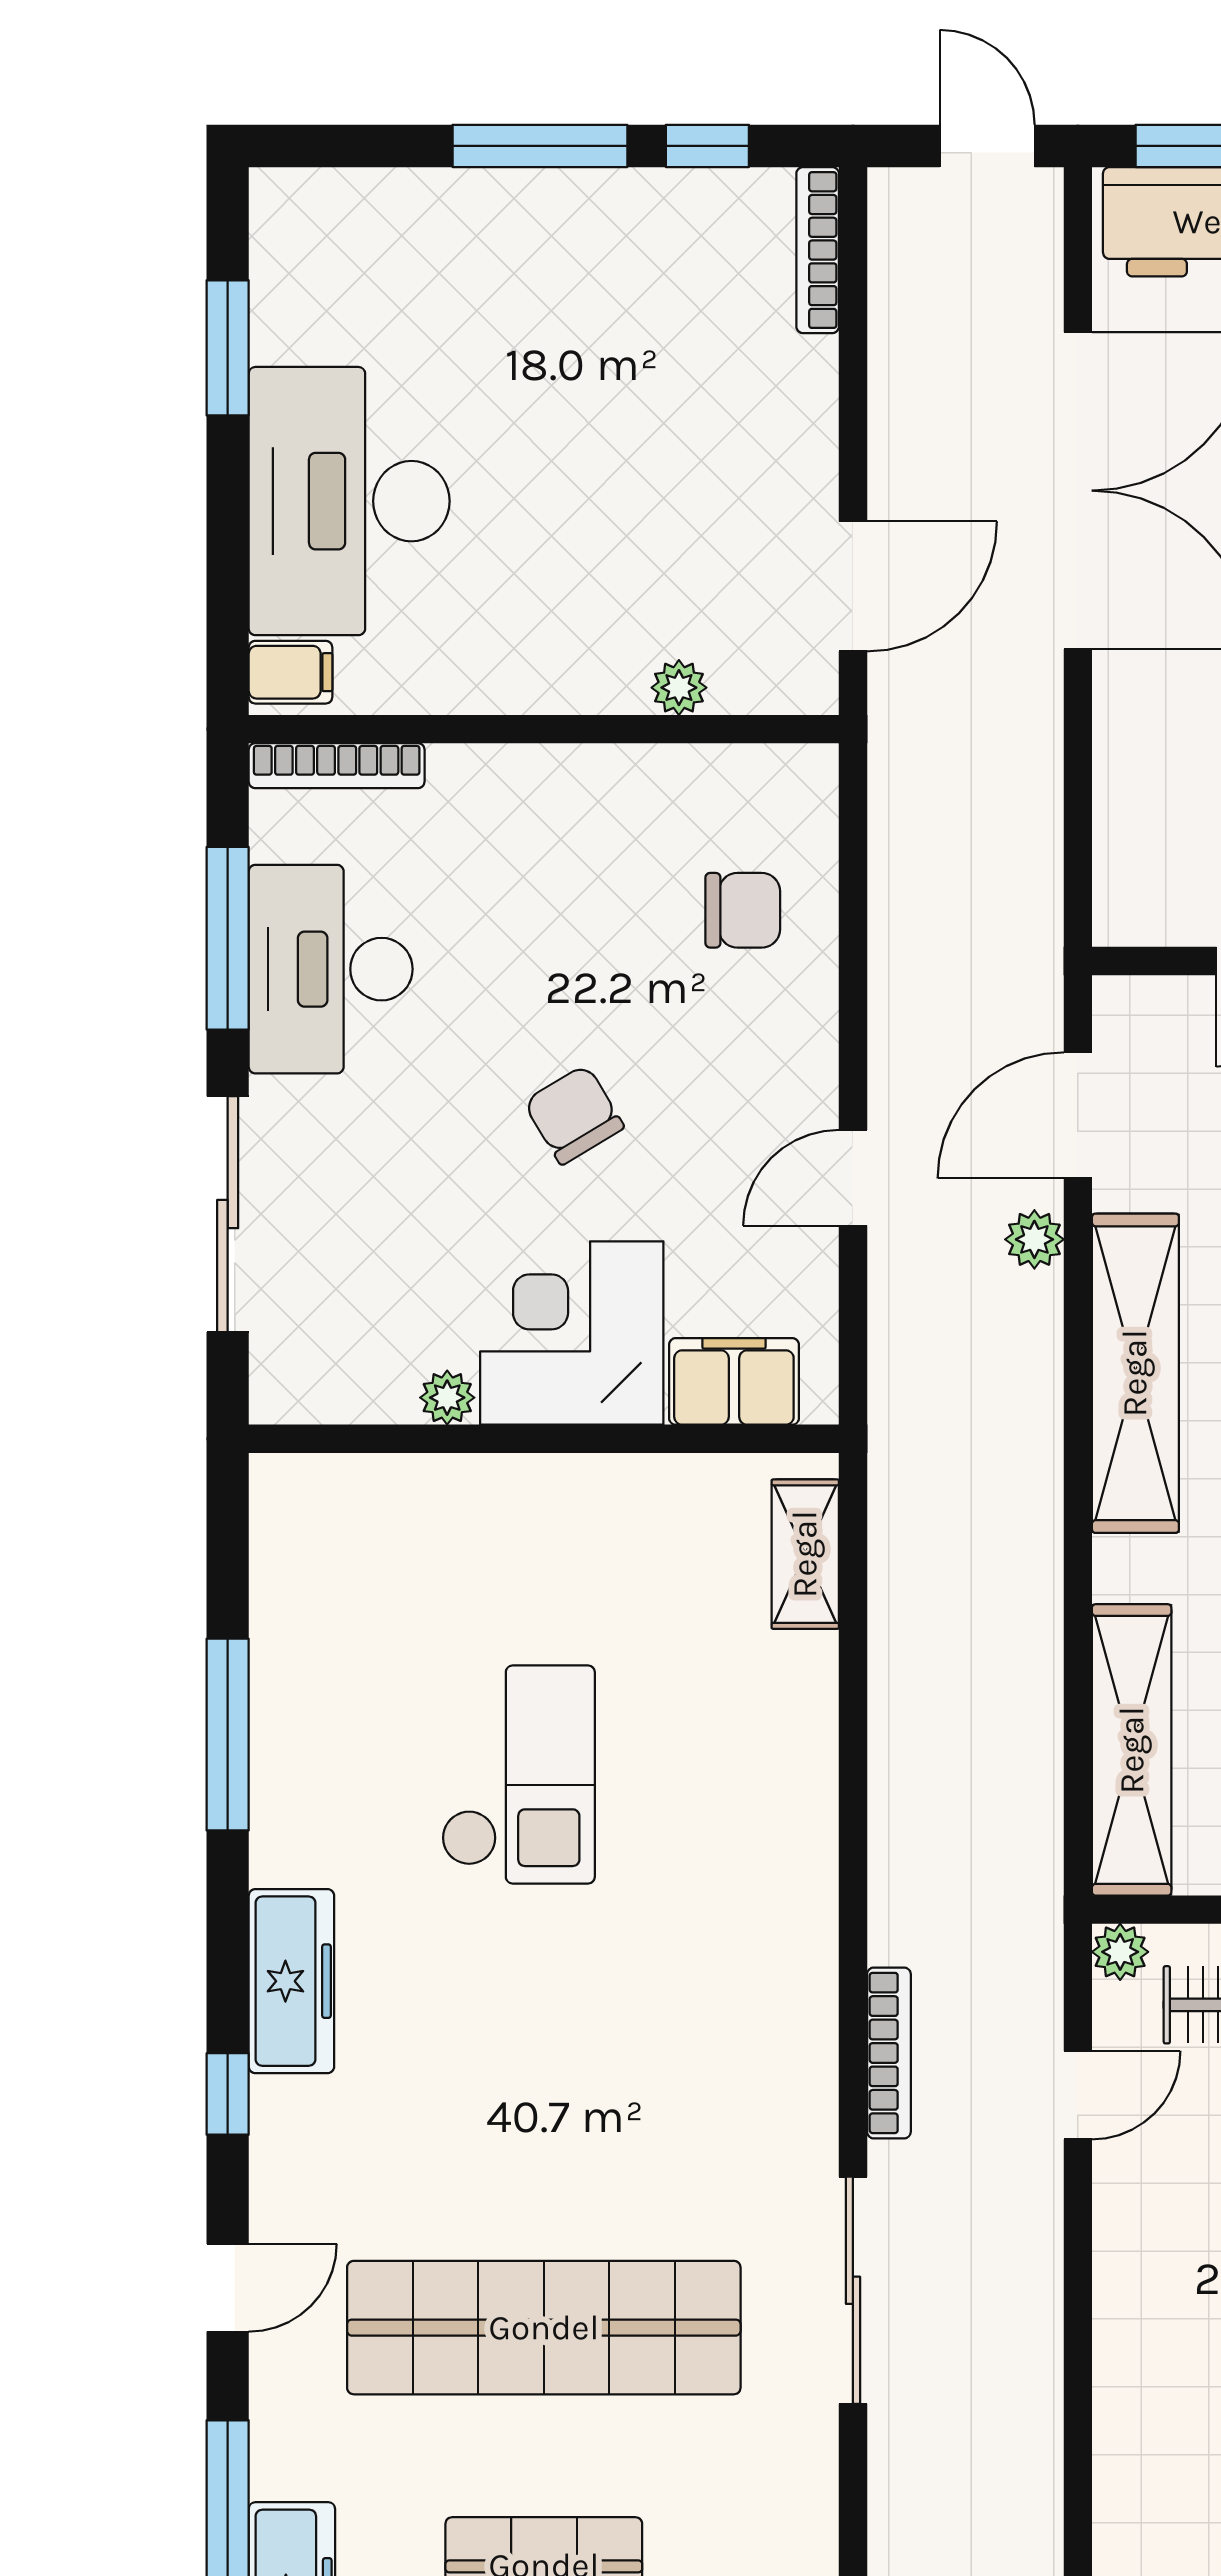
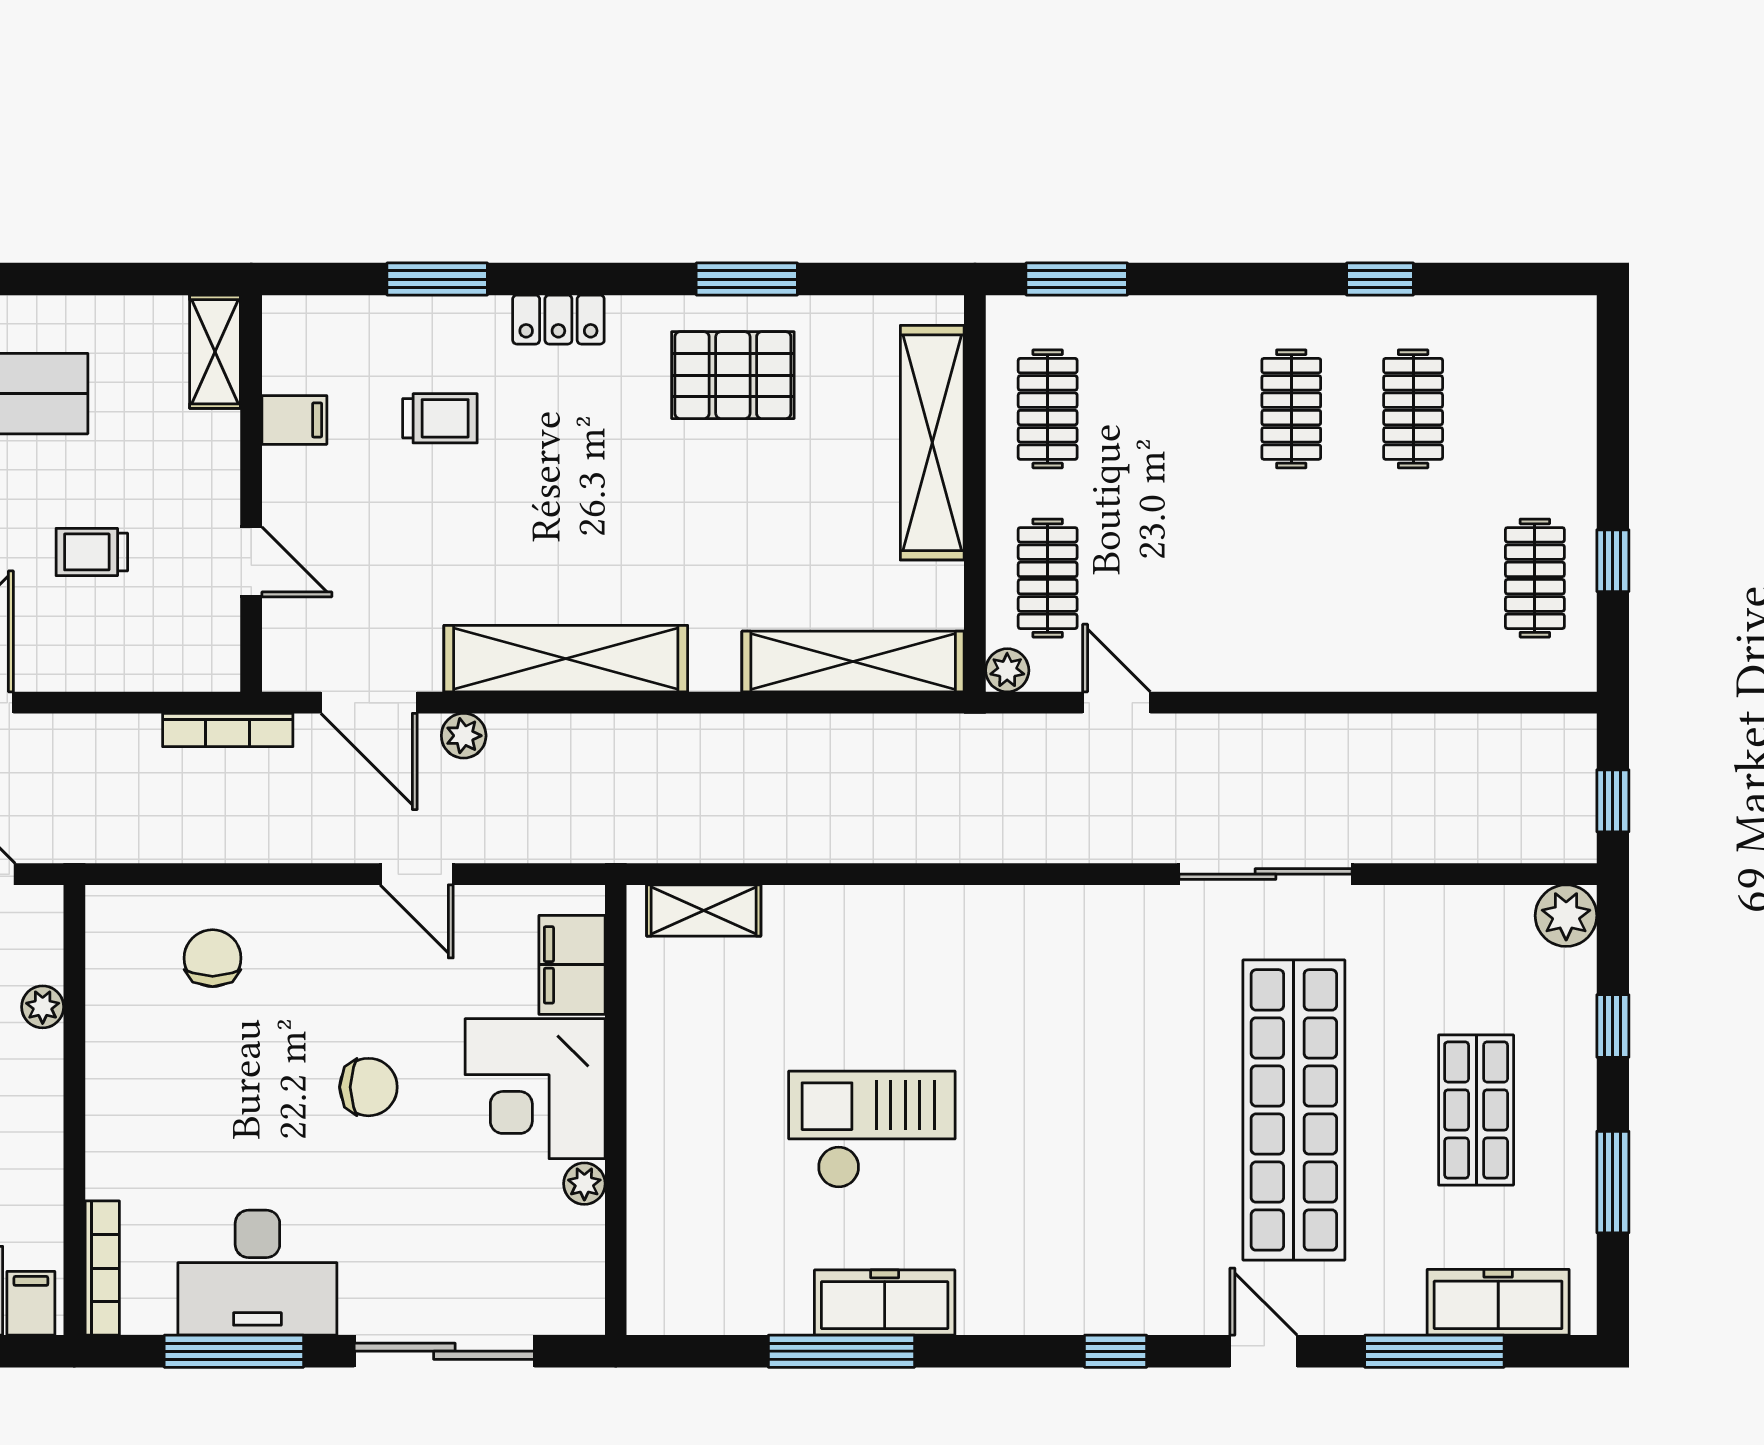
chair: (574, 1115) -> (368, 1087), turned -149
freezer: (291, 1981) -> (885, 1303), moved
bookcase: (889, 2053) -> (228, 730), moved, turned 180

